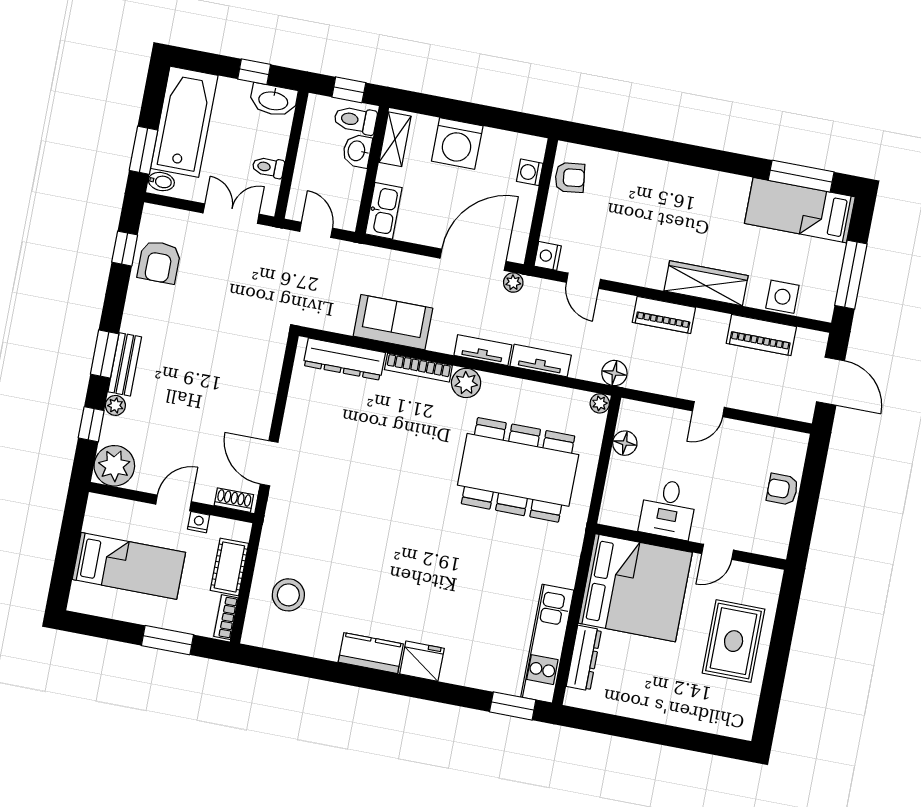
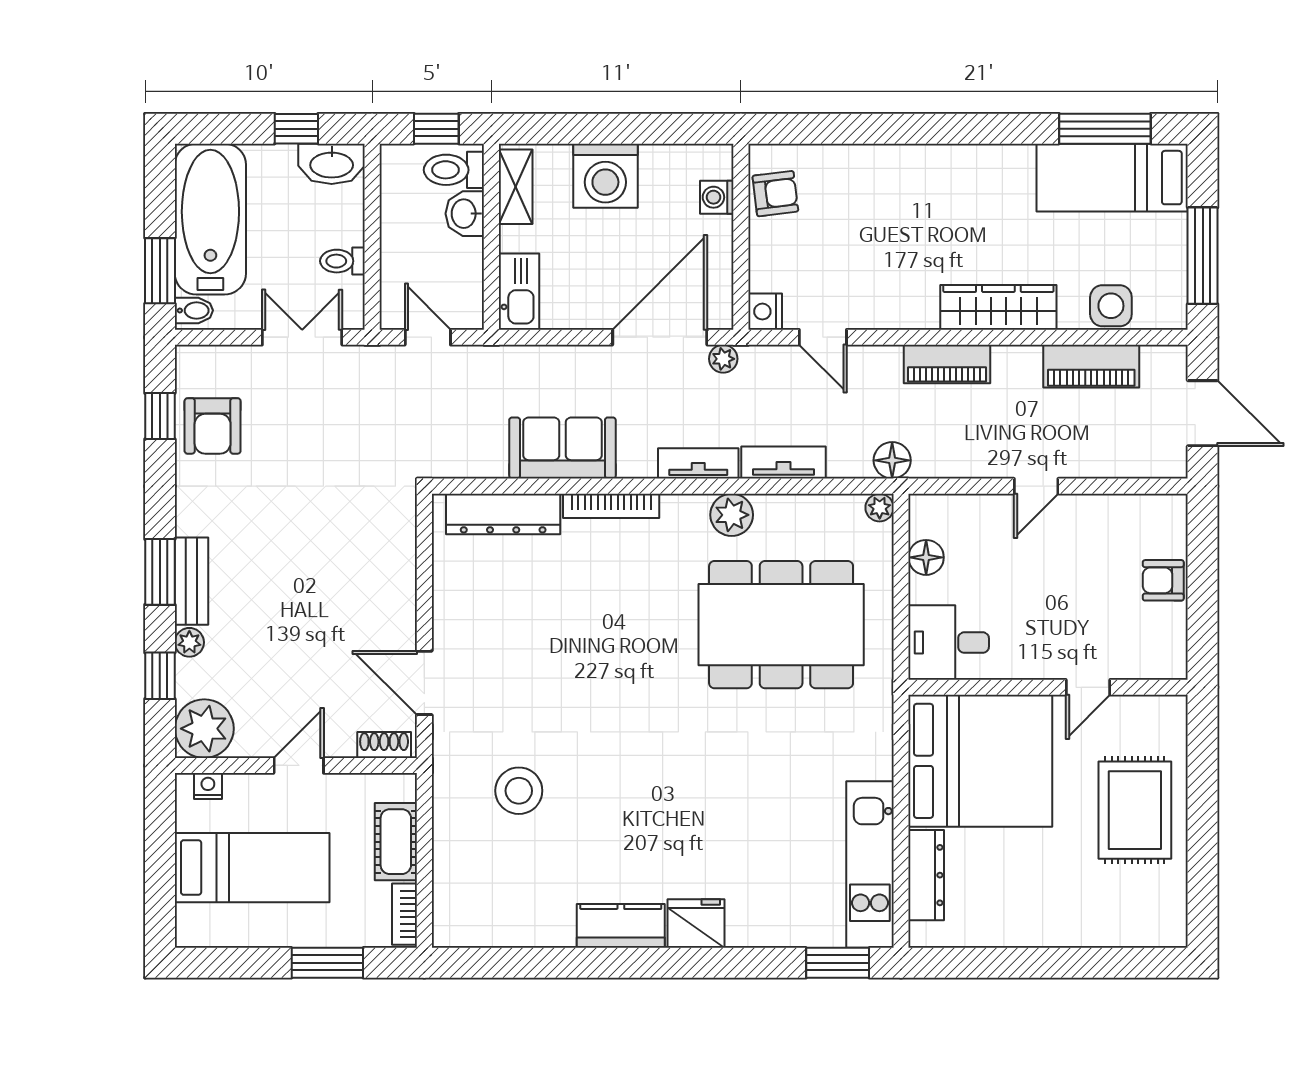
plant: (466, 383) -> (732, 515), moved
desk: (668, 509) -> (949, 643), moved, turned 90
nightstand: (199, 522) -> (208, 786), moved
stool: (288, 595) -> (519, 791), moved

